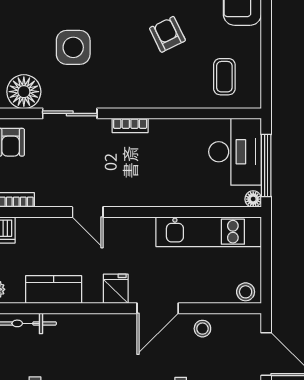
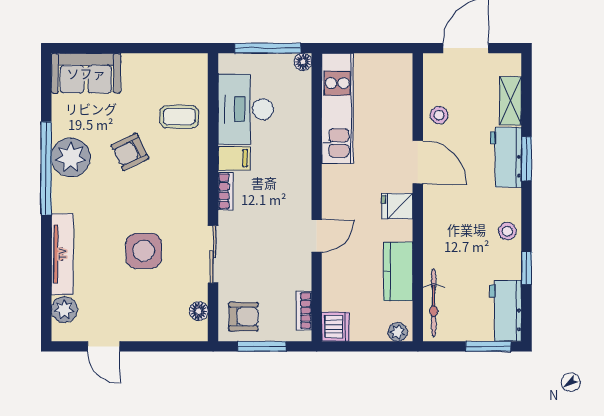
coffee table: (224, 77) -> (179, 117), moved
floor lamp: (24, 92) -> (199, 311), width x0.53, depth x0.53
filing cabinet: (161, 133) -> (234, 158), added
desk: (235, 152) -> (246, 109), moved, turned -90
stool: (246, 292) -> (400, 70), removed

